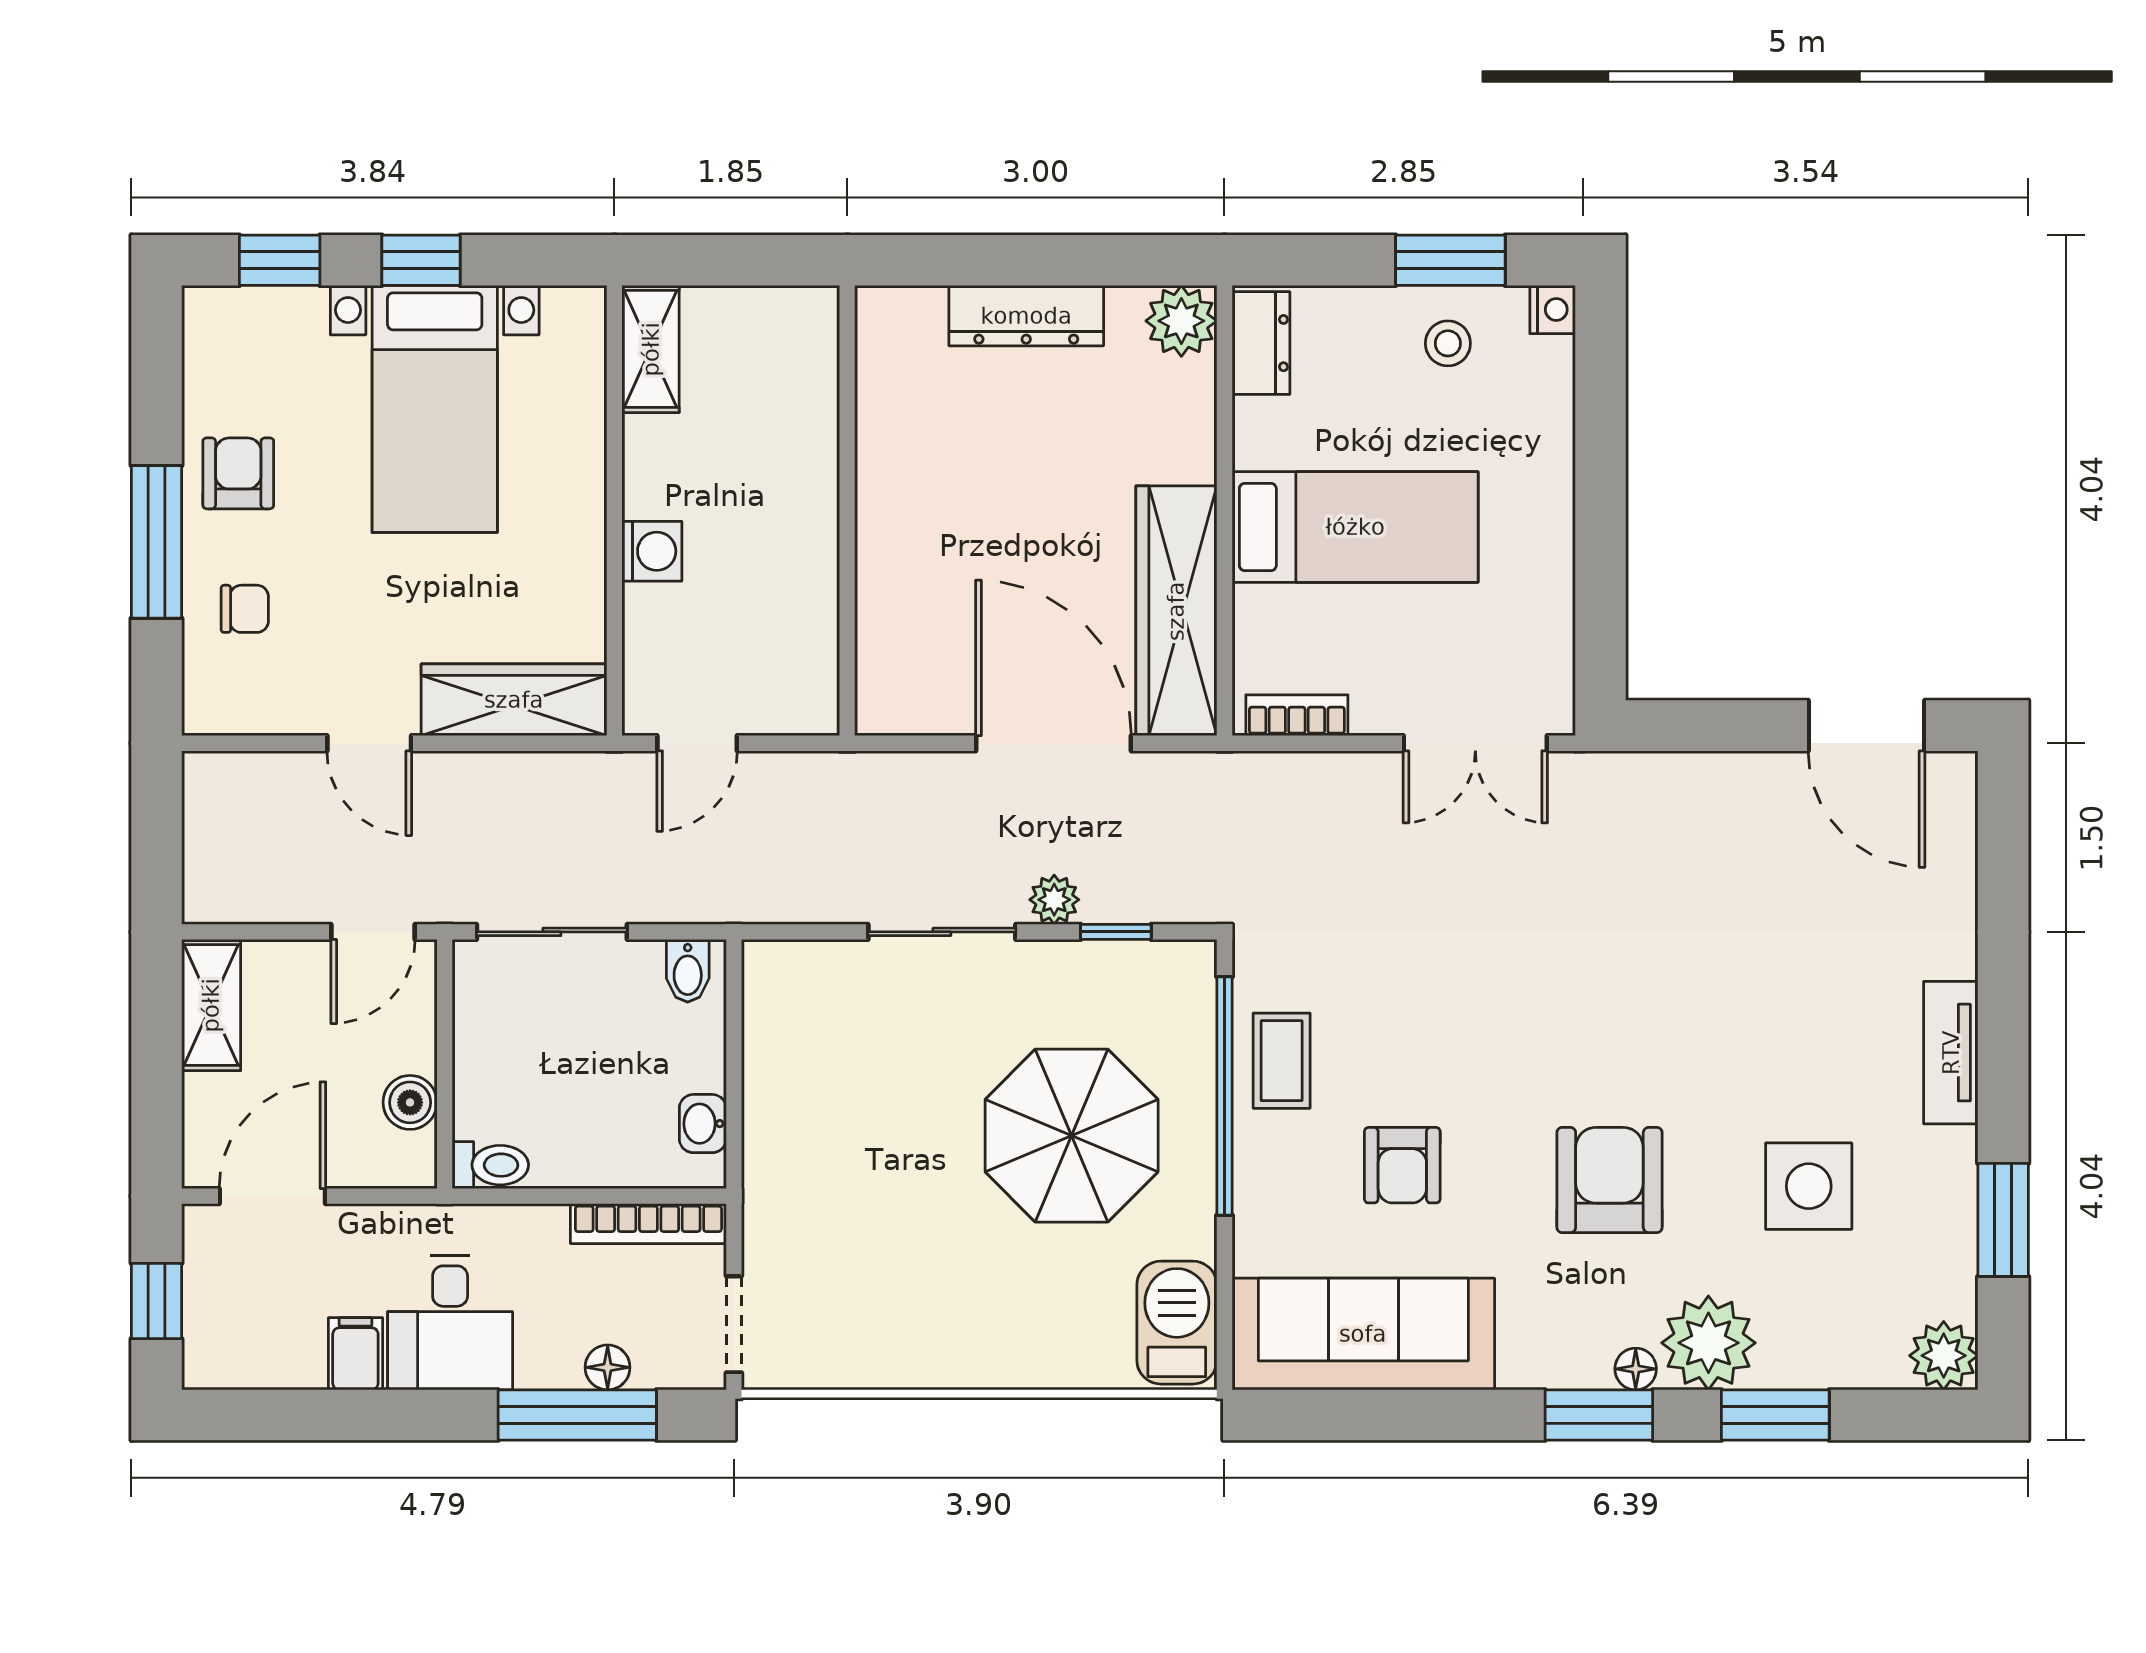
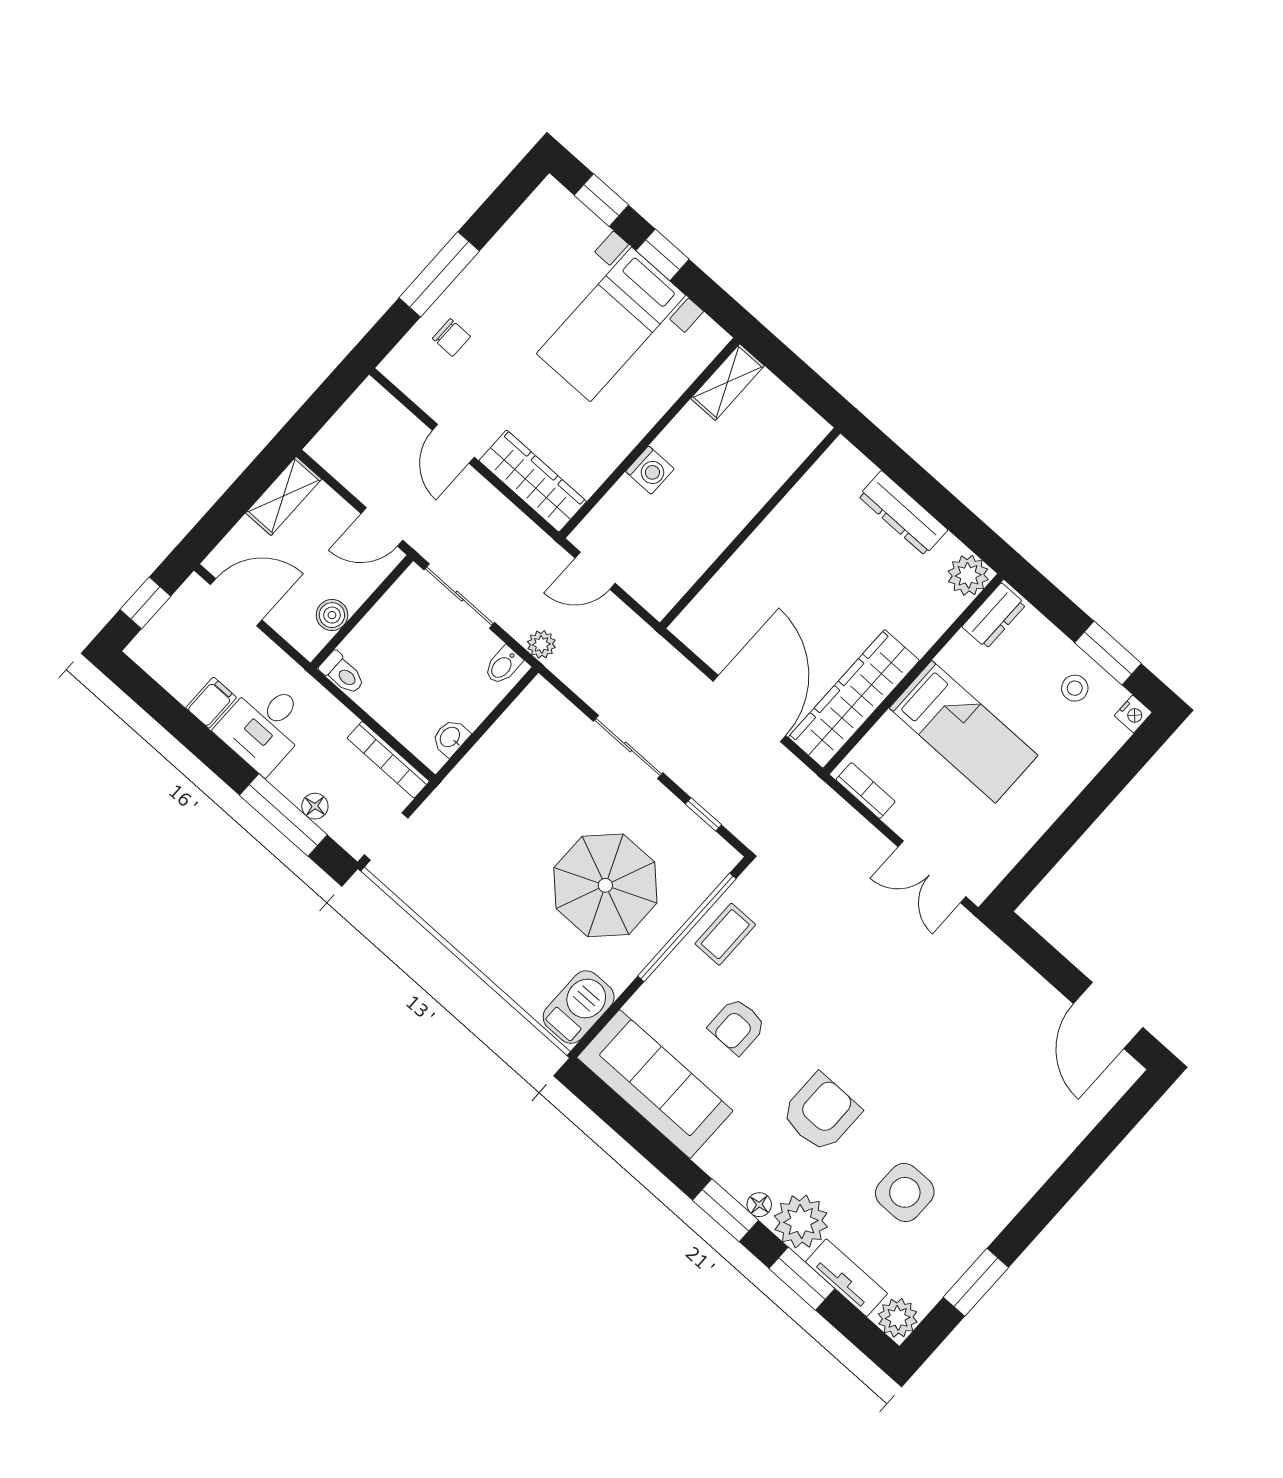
armchair: (238, 473) -> (501, 276), removed
plant: (1054, 900) -> (541, 644), moved
tv unit: (1951, 1053) -> (846, 1278), moved, turned 90

